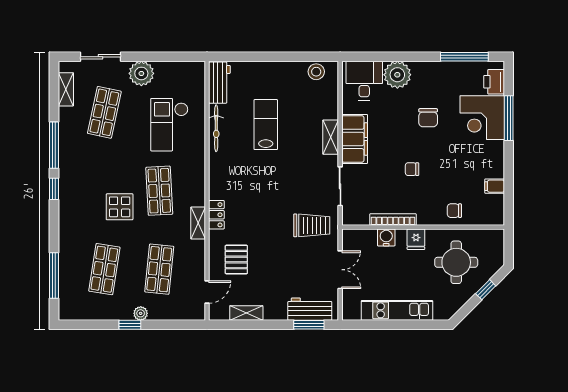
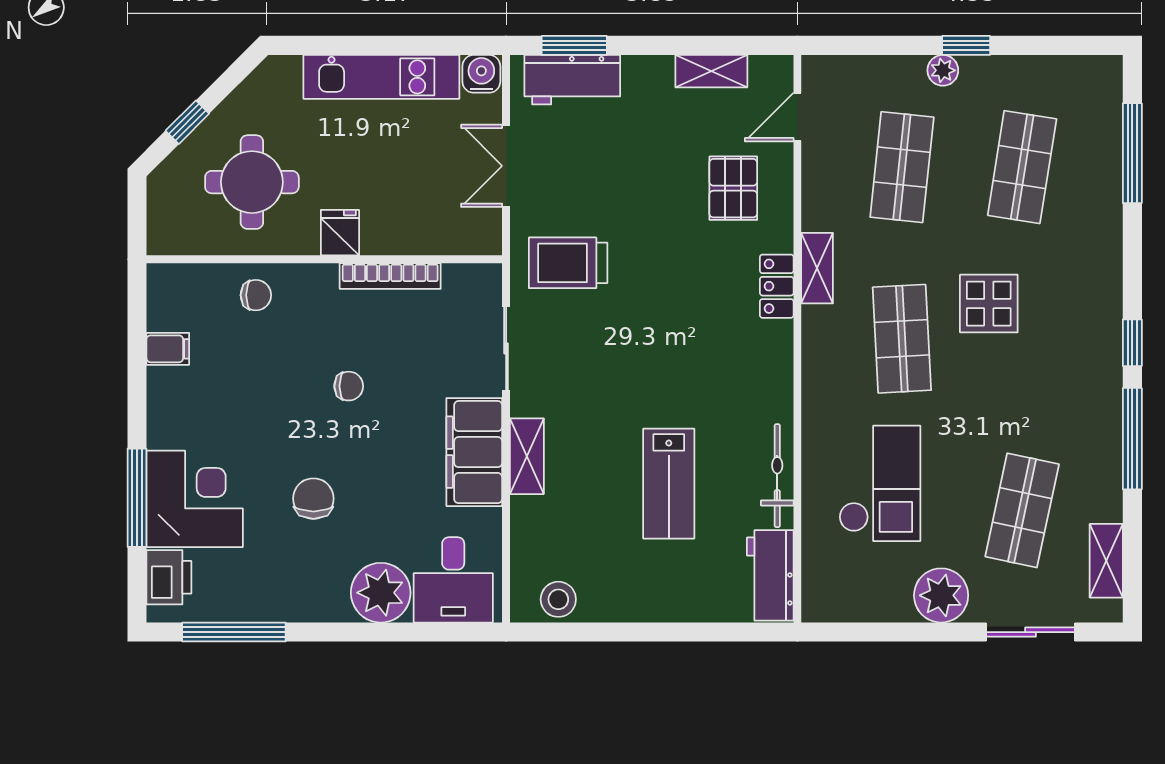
water cooler: (386, 237) -> (481, 74), moved, turned 180

